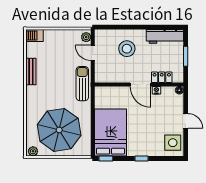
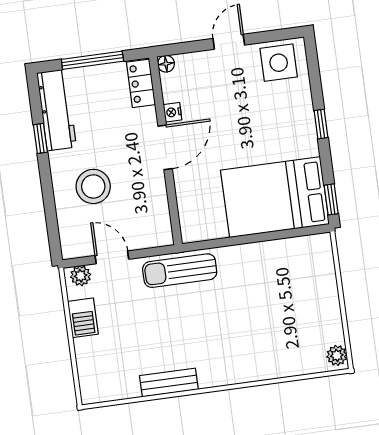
window: (153, 27) -> (40, 138), added
barbecue: (34, 36) -> (83, 318), moved
door: (93, 53) -> (112, 257), swing flipped
window: (186, 56) -> (92, 60), width x1.44
locker: (162, 77) -> (141, 83), moved
parasol: (59, 130) -> (284, 306), removed

